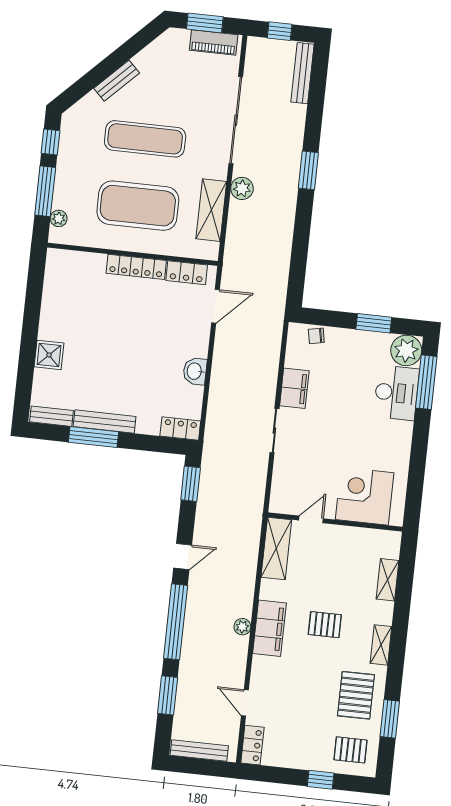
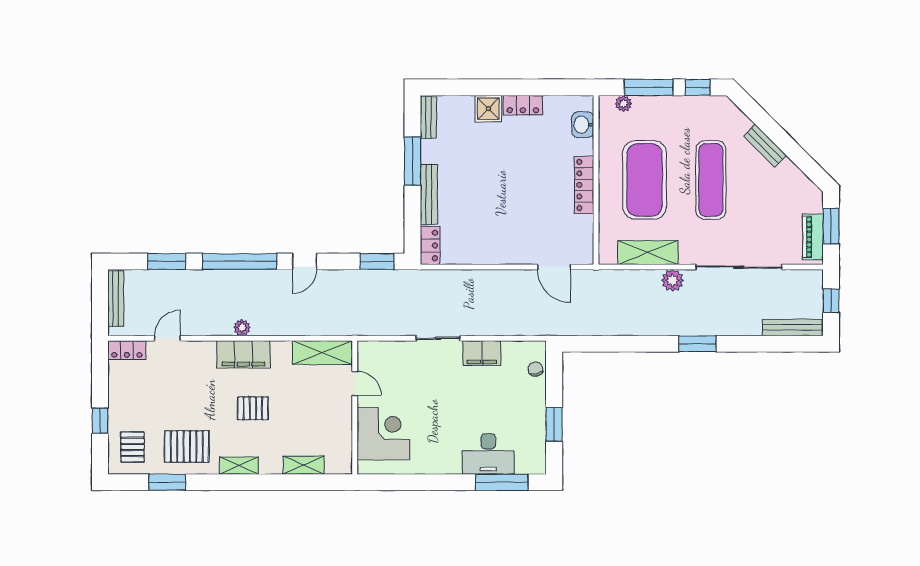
locker: (187, 273) -> (523, 105), moved, turned -90
plant: (406, 350) -> (531, 459), removed
washbasin: (195, 371) -> (583, 125), moved, turned -90
bench: (105, 421) -> (429, 195), moved
door: (183, 556) -> (305, 261), hinge flipped
pallet: (325, 625) -> (253, 408), turned 90

